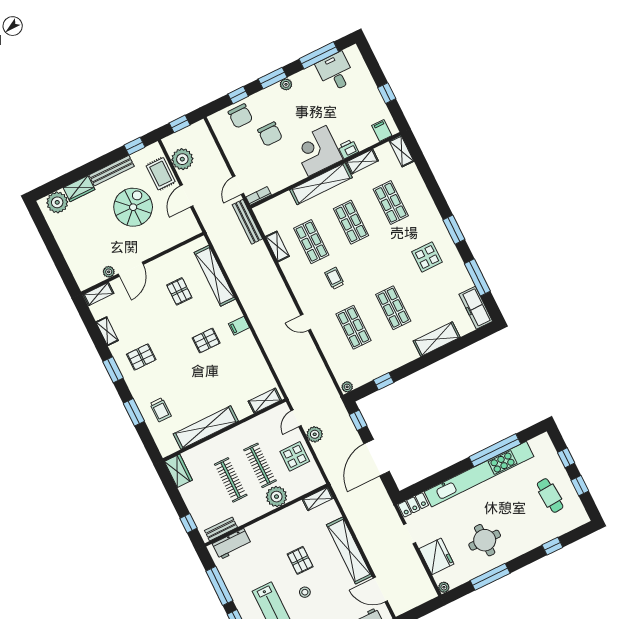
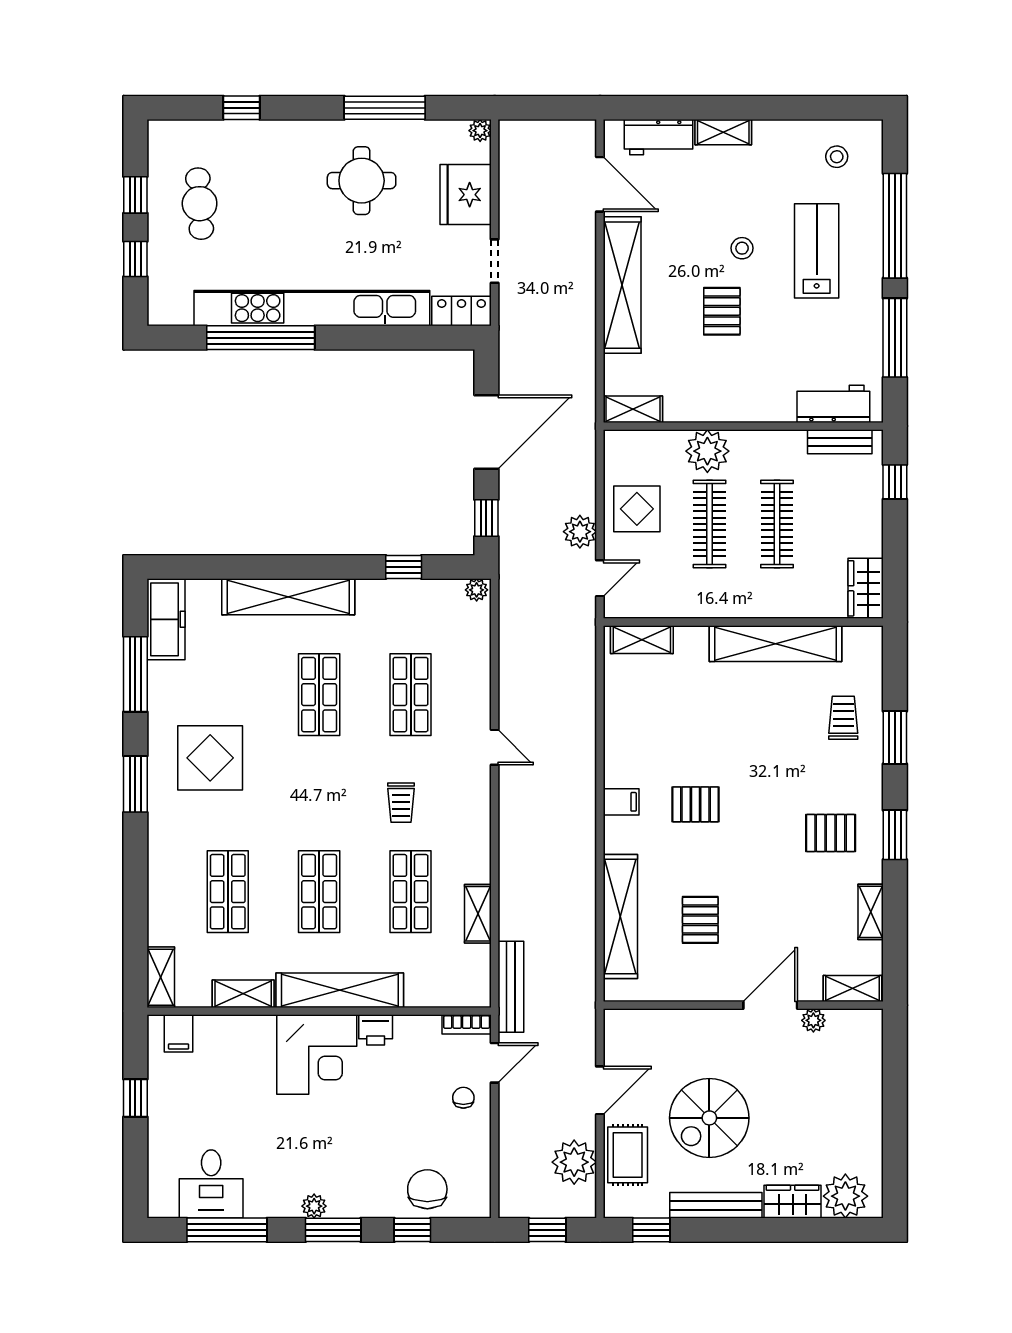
chair: (270, 134) -> (463, 1098), moved, width x0.54, depth x0.54
printer: (348, 149) -> (376, 1030), moved
display table: (427, 257) -> (210, 758), width x1.36, depth x1.36
shelving: (437, 339) -> (288, 597), width x1.47

